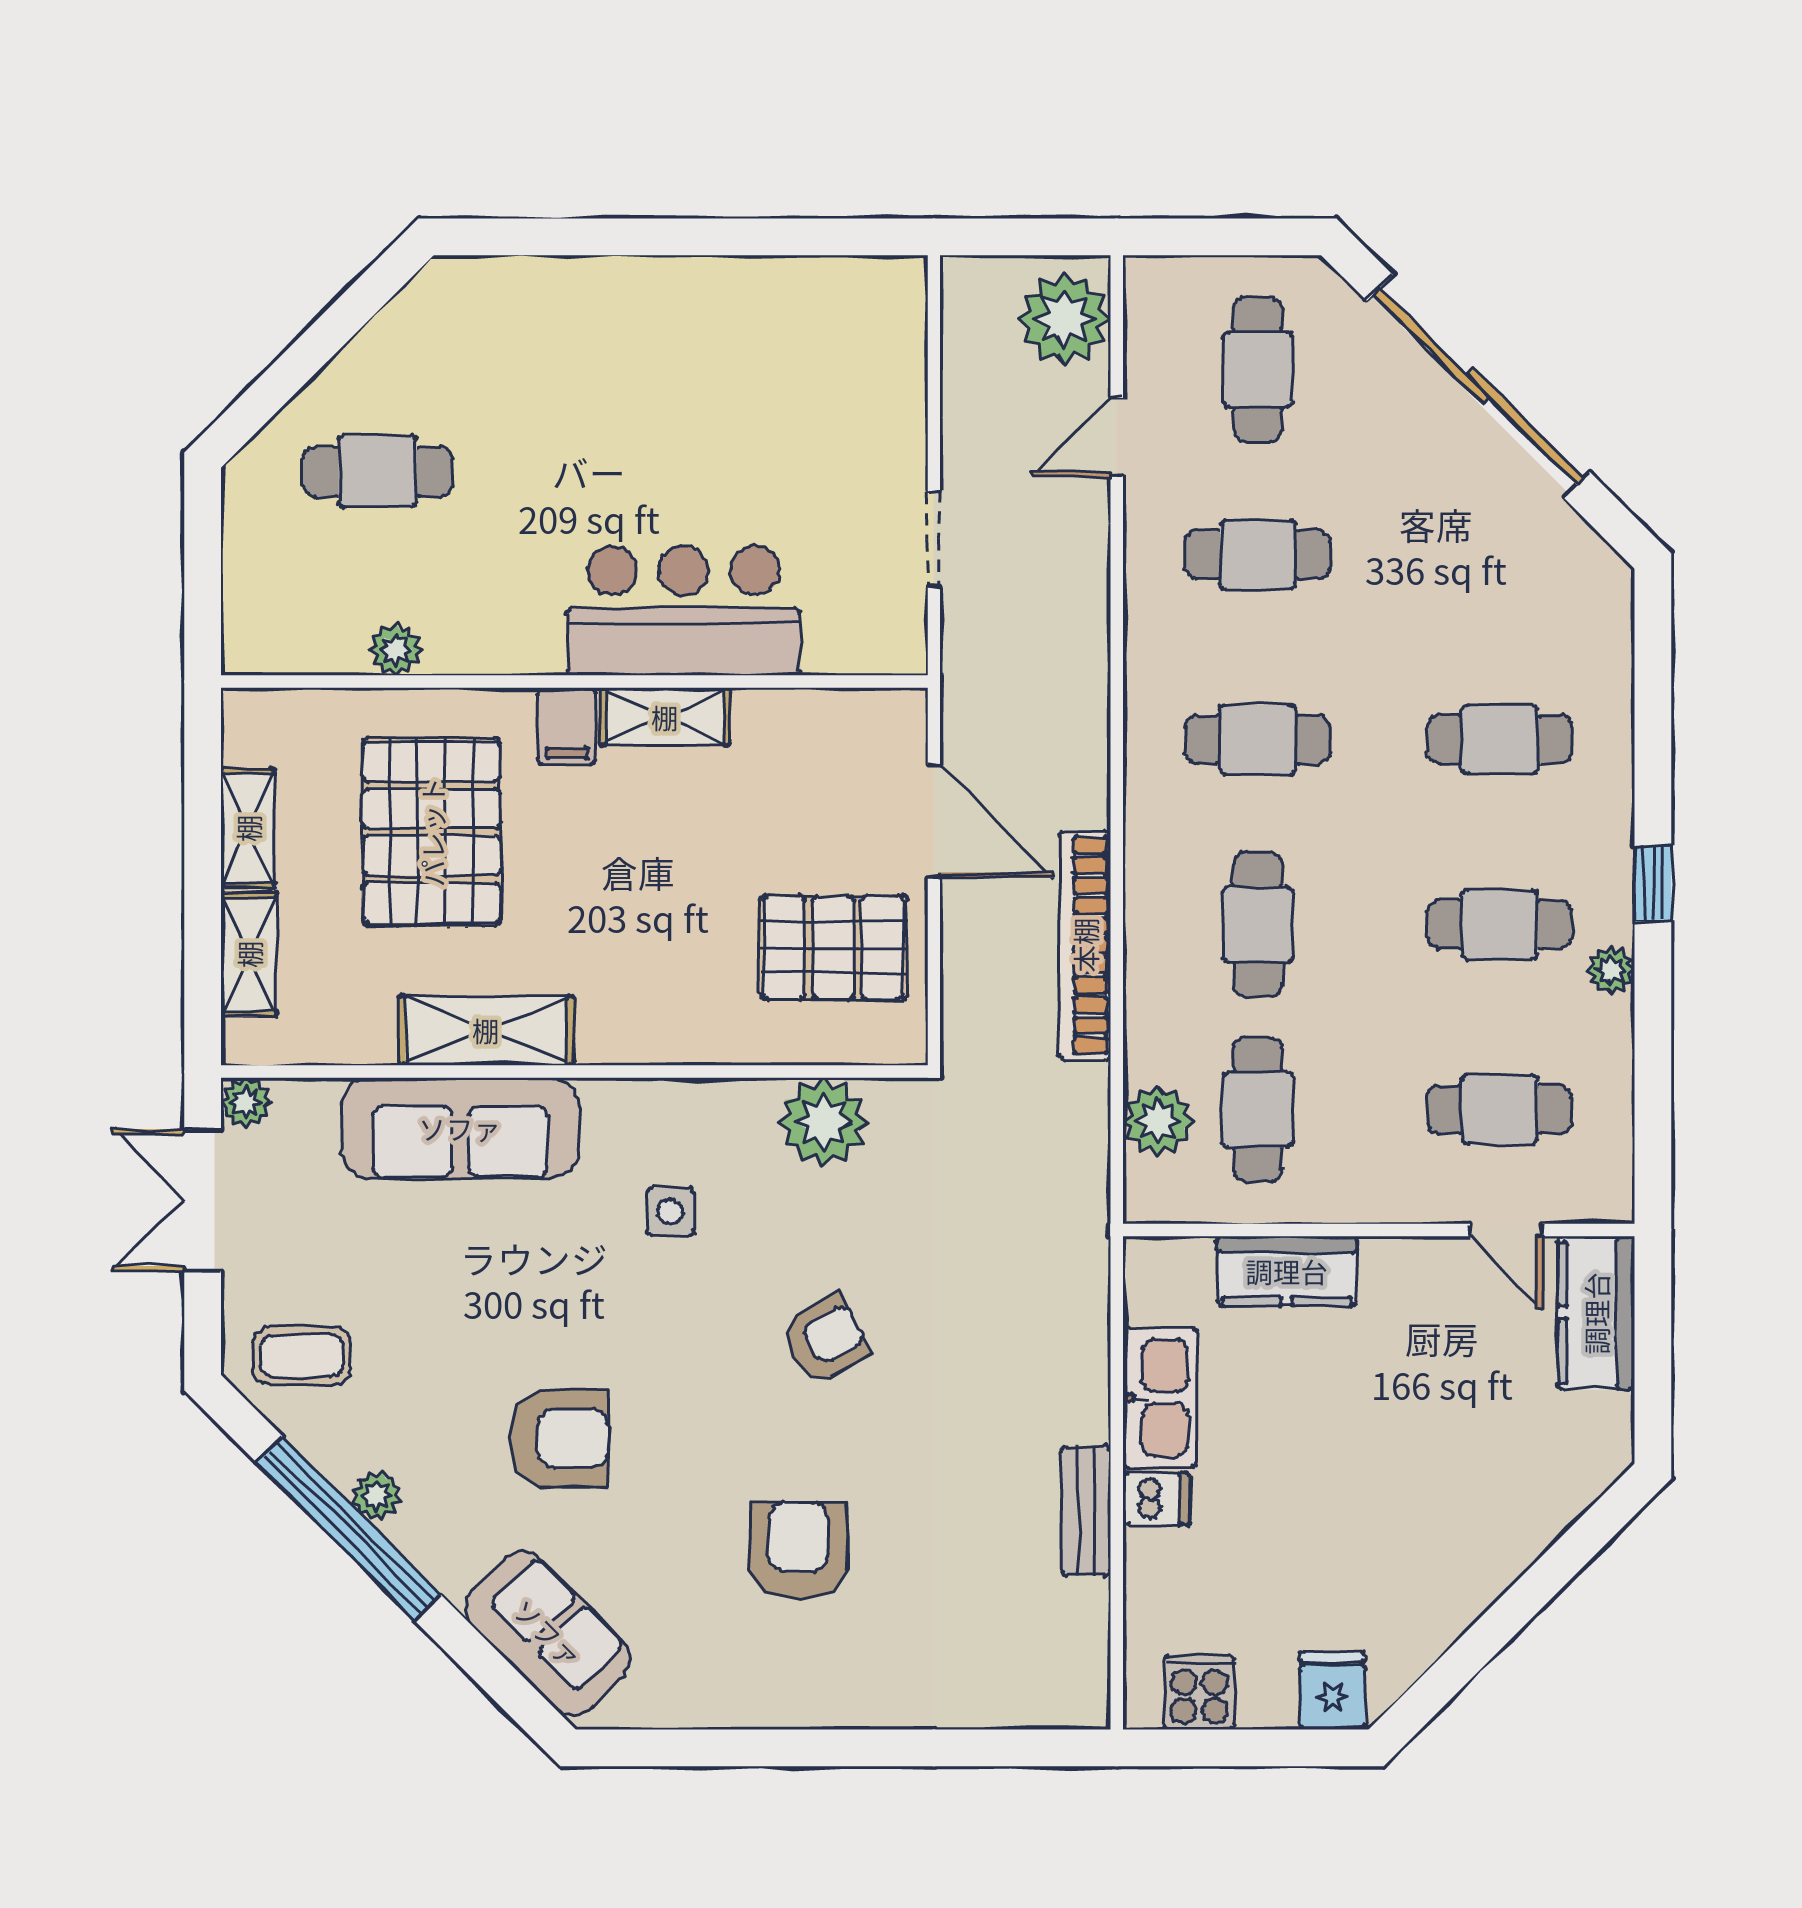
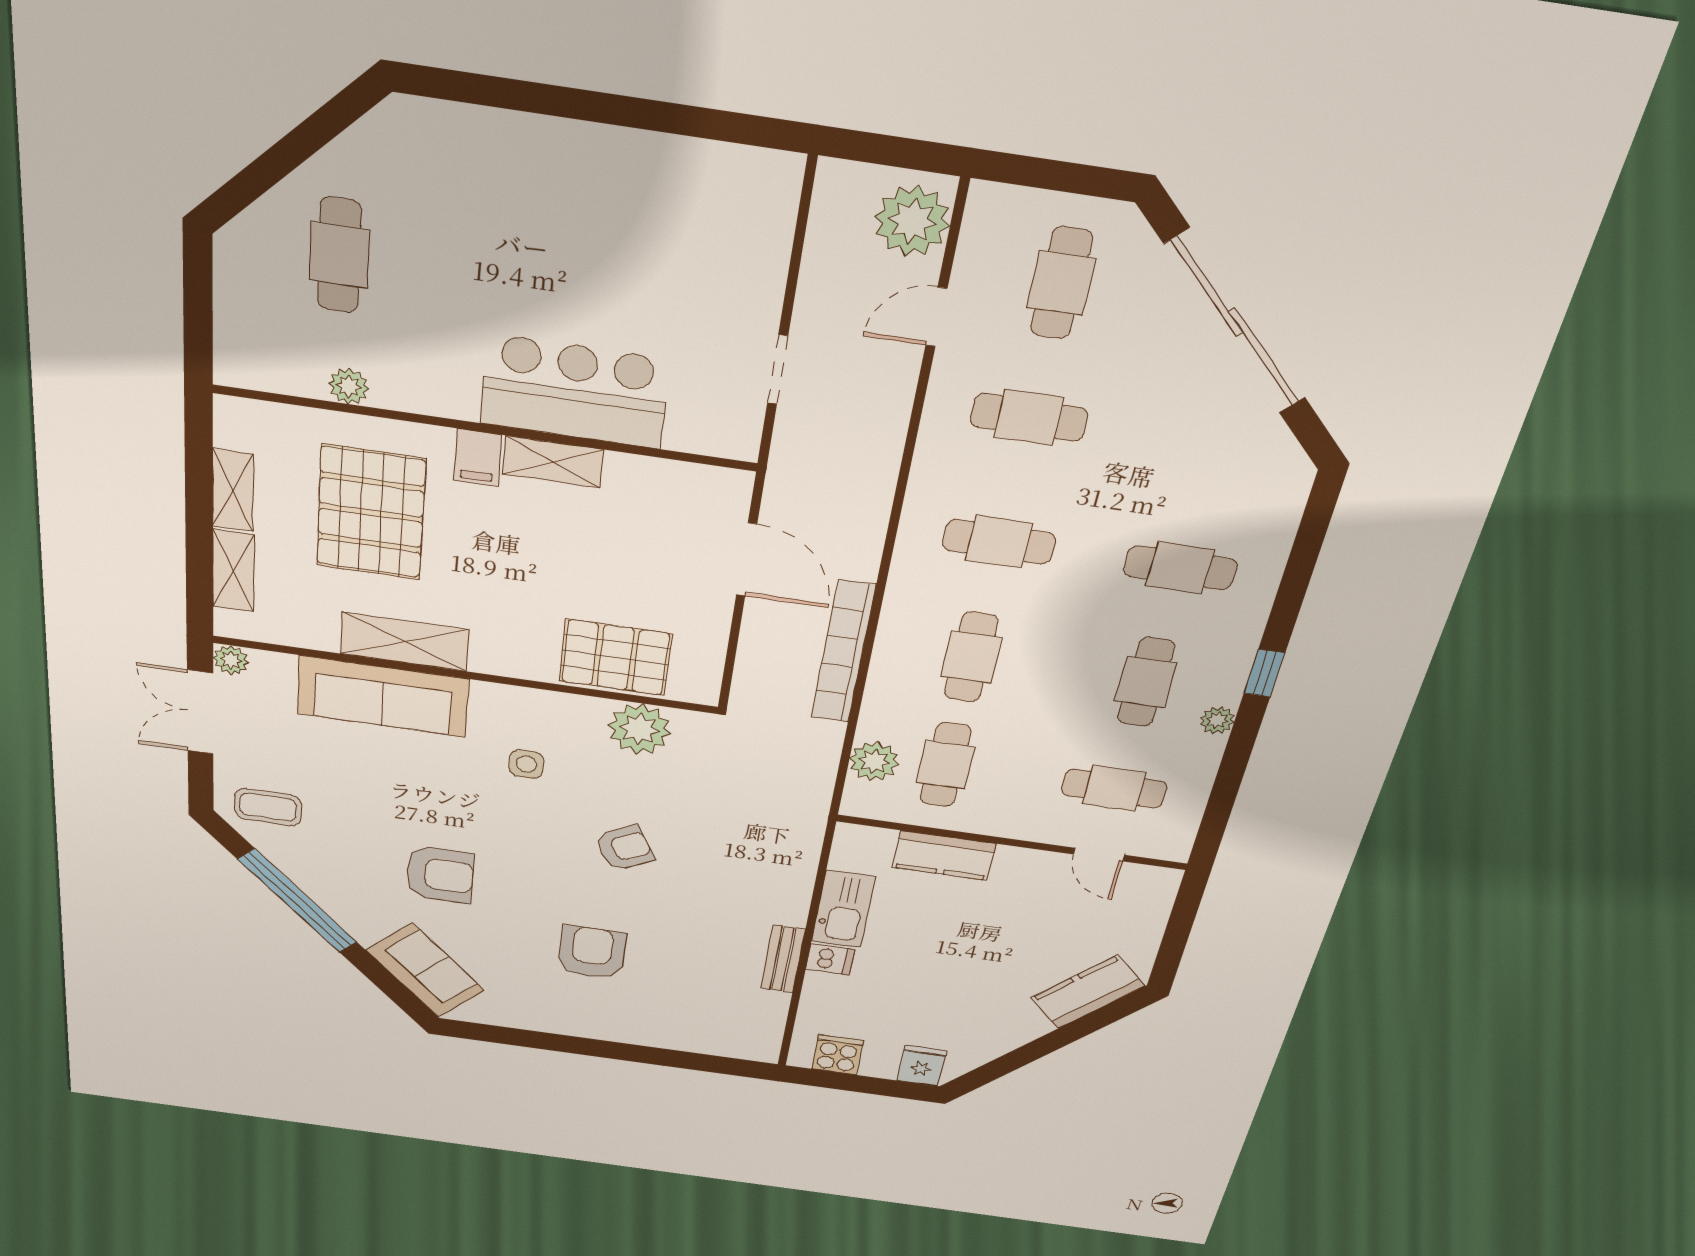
cafe table: (378, 471) -> (339, 255), turned 90
cafe table: (1500, 924) -> (1146, 682), turned 90
pallet: (833, 948) -> (615, 657), moved
kitchen counter: (1596, 1313) -> (1088, 992), moved, turned 45
plant: (376, 1496) -> (317, 887), removed

